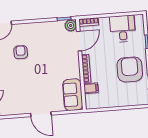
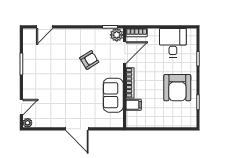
armchair: (21, 52) -> (89, 60), moved, turned 58
armchair: (130, 69) -> (177, 88), turned 180
sofa: (73, 95) -> (113, 95), moved

